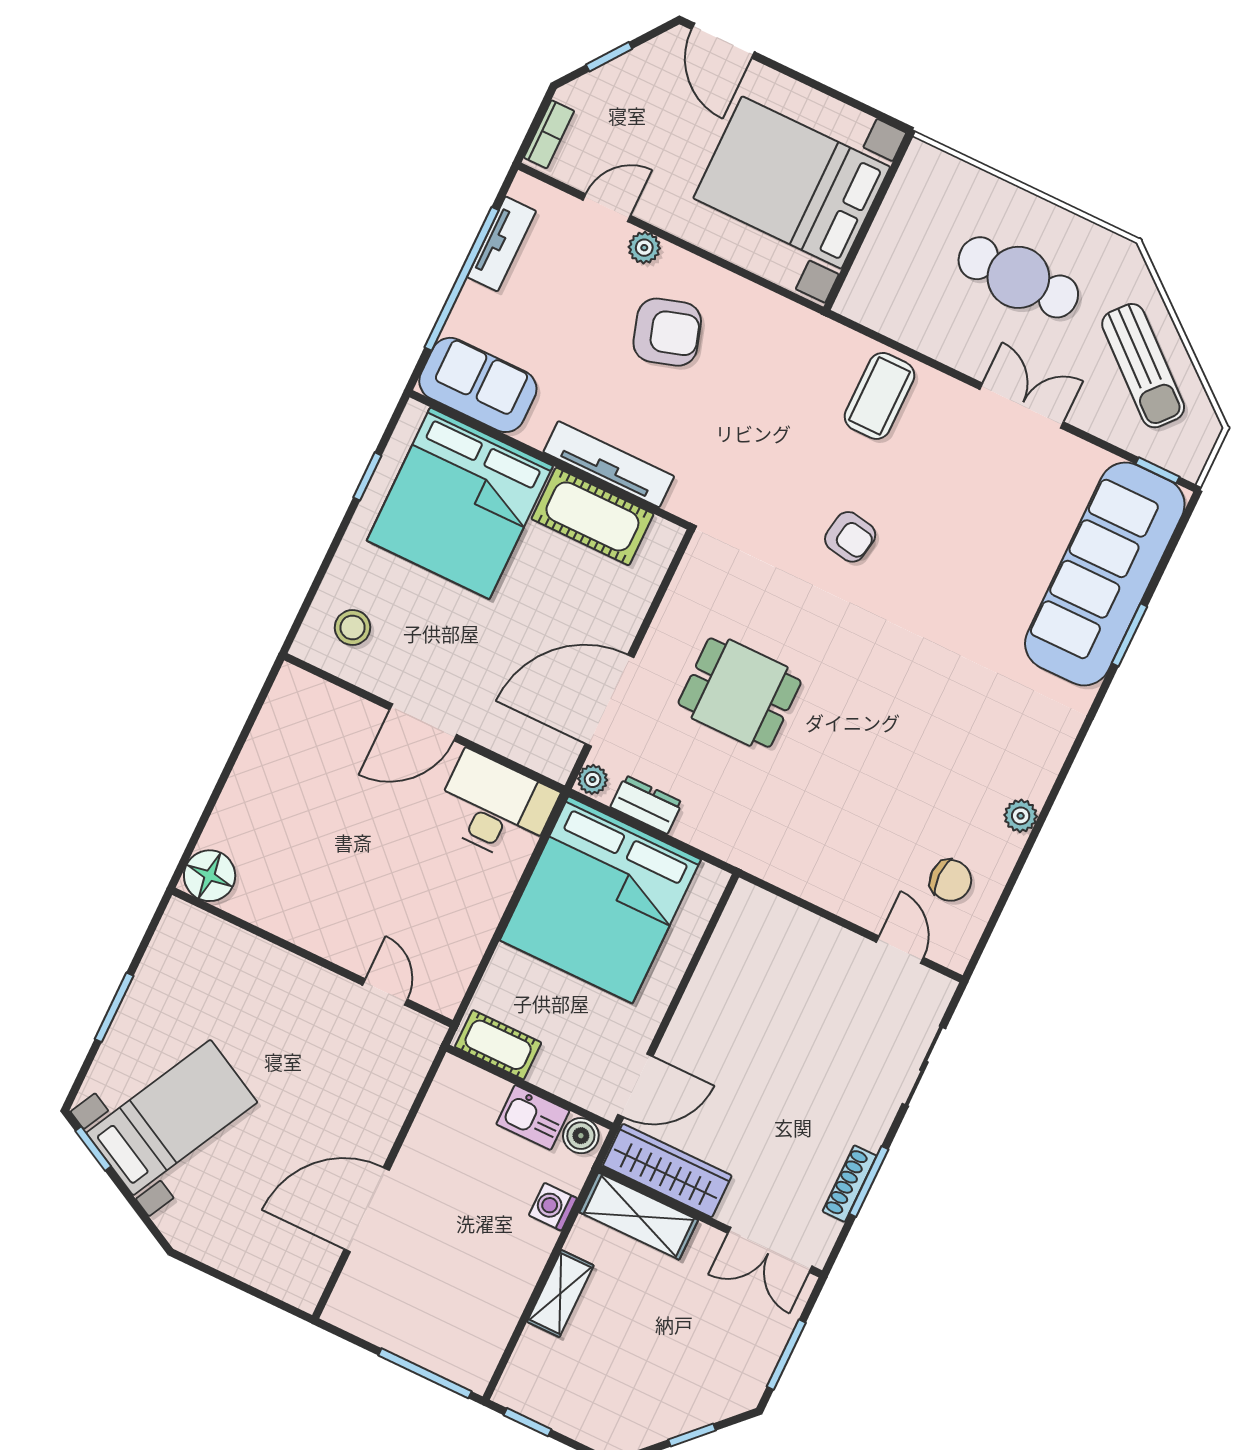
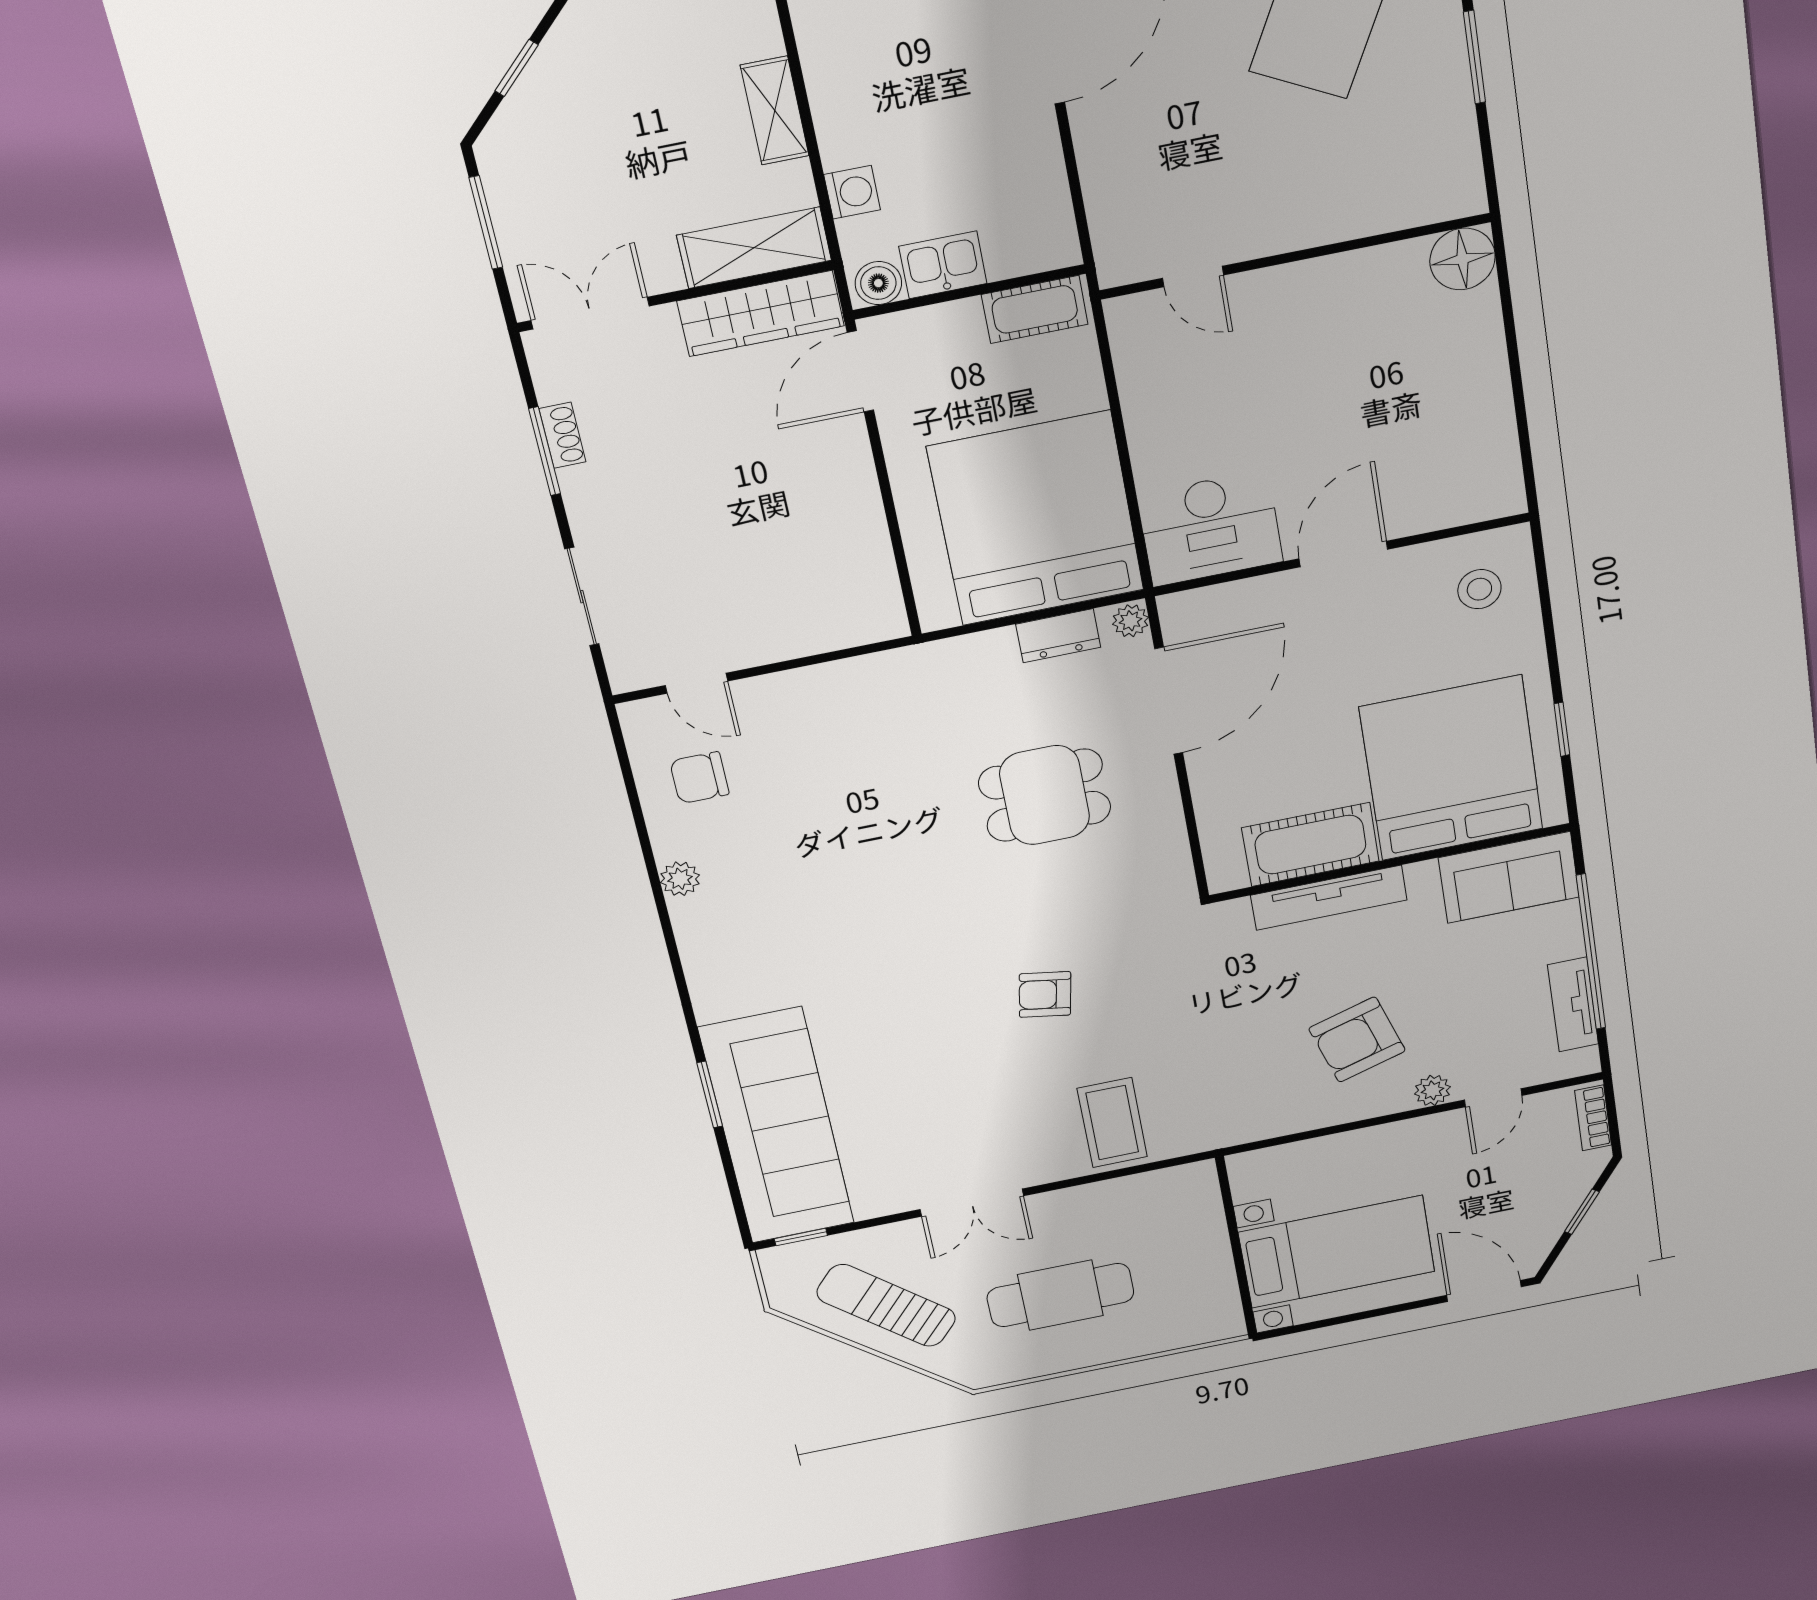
bed with nightstands: (792, 183) -> (1337, 1252), width x0.73
shoe rack: (850, 1184) -> (562, 435), width x0.70

